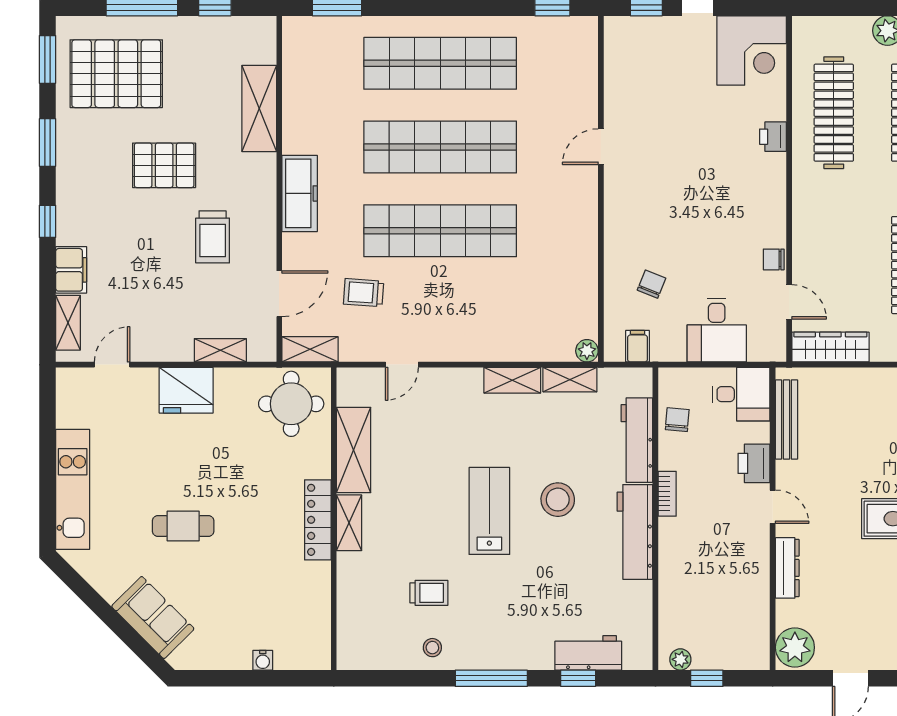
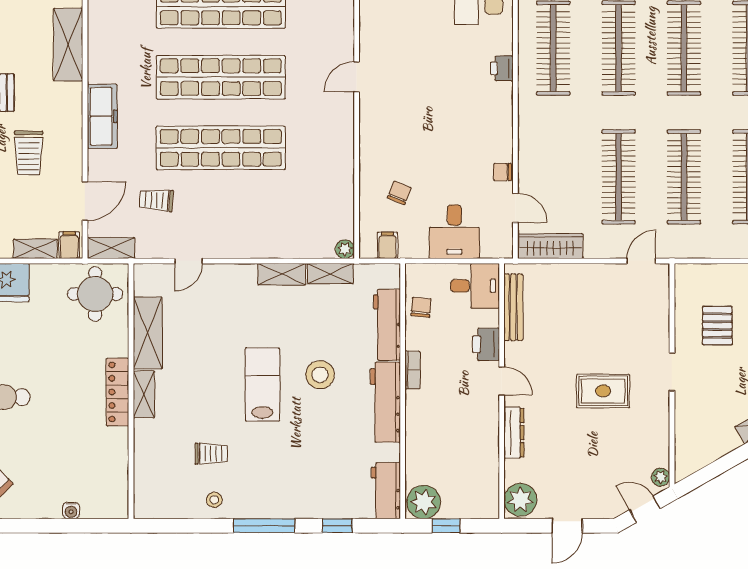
filing cabinet: (261, 346) -> (69, 245), added
workbench: (588, 653) -> (386, 491), moved, turned -90
plant: (680, 659) -> (424, 502), width x1.87, depth x1.87

